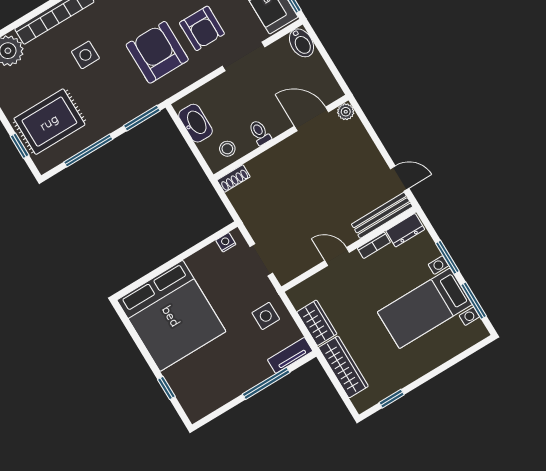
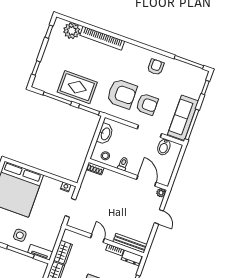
armchair: (202, 28) -> (147, 104), turned -90
bidet: (302, 43) -> (164, 147), moved
armchair: (157, 52) -> (122, 94), turned 90
side table: (85, 55) -> (96, 65), removed
rug: (49, 122) -> (77, 87), moved
door: (400, 178) -> (159, 217), moved
side table: (266, 316) -> (20, 235), moved

